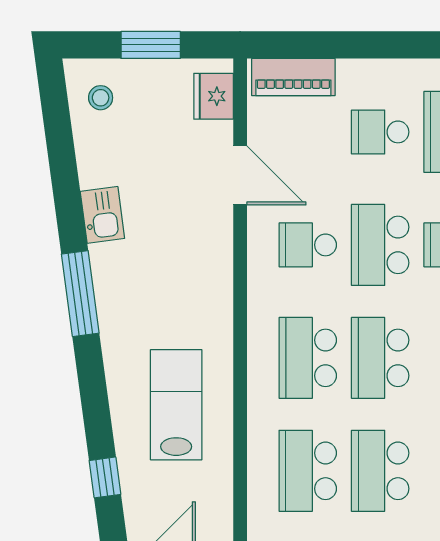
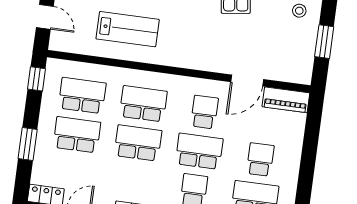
piano: (293, 77) -> (286, 100), moved, turned -90
fridge: (214, 96) -> (292, 72), removed

